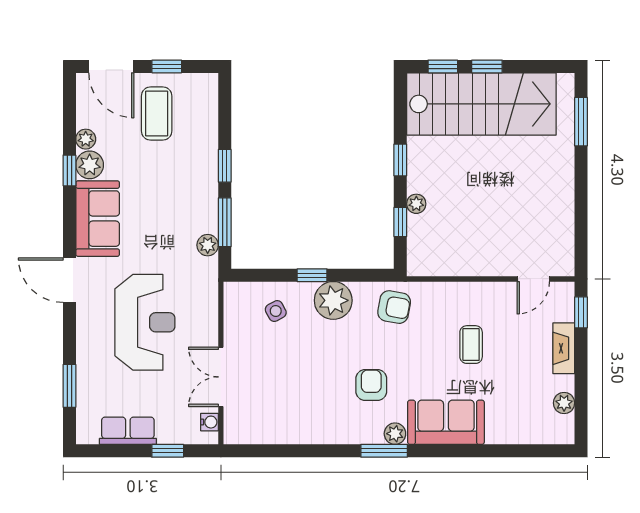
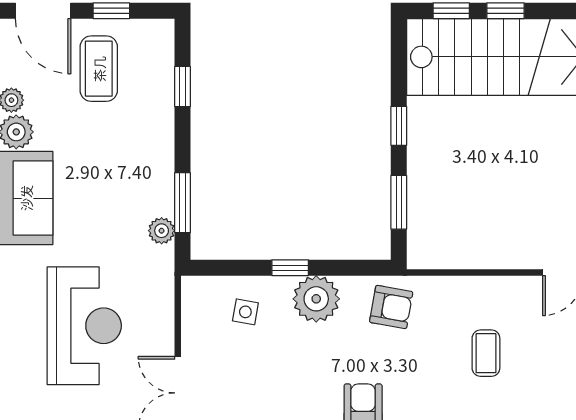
window: (225, 166) -> (183, 87), moved
plant: (416, 204) -> (418, 180), removed
window: (400, 222) -> (399, 202), width x1.50
side table: (276, 311) -> (245, 312), turned 38

